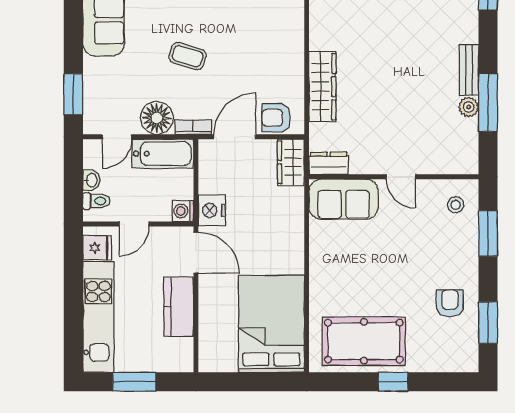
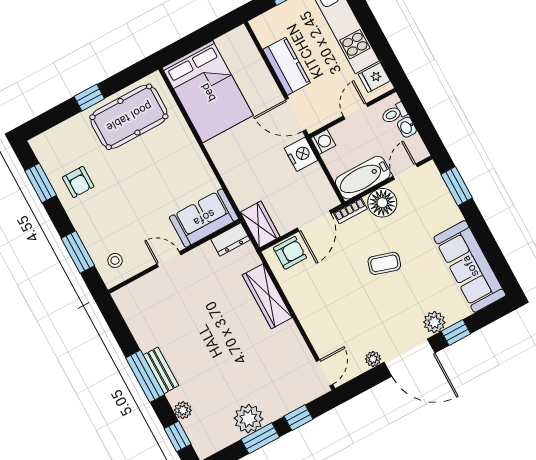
window: (488, 103) -> (145, 376), moved
plant: (469, 107) -> (183, 410), moved

